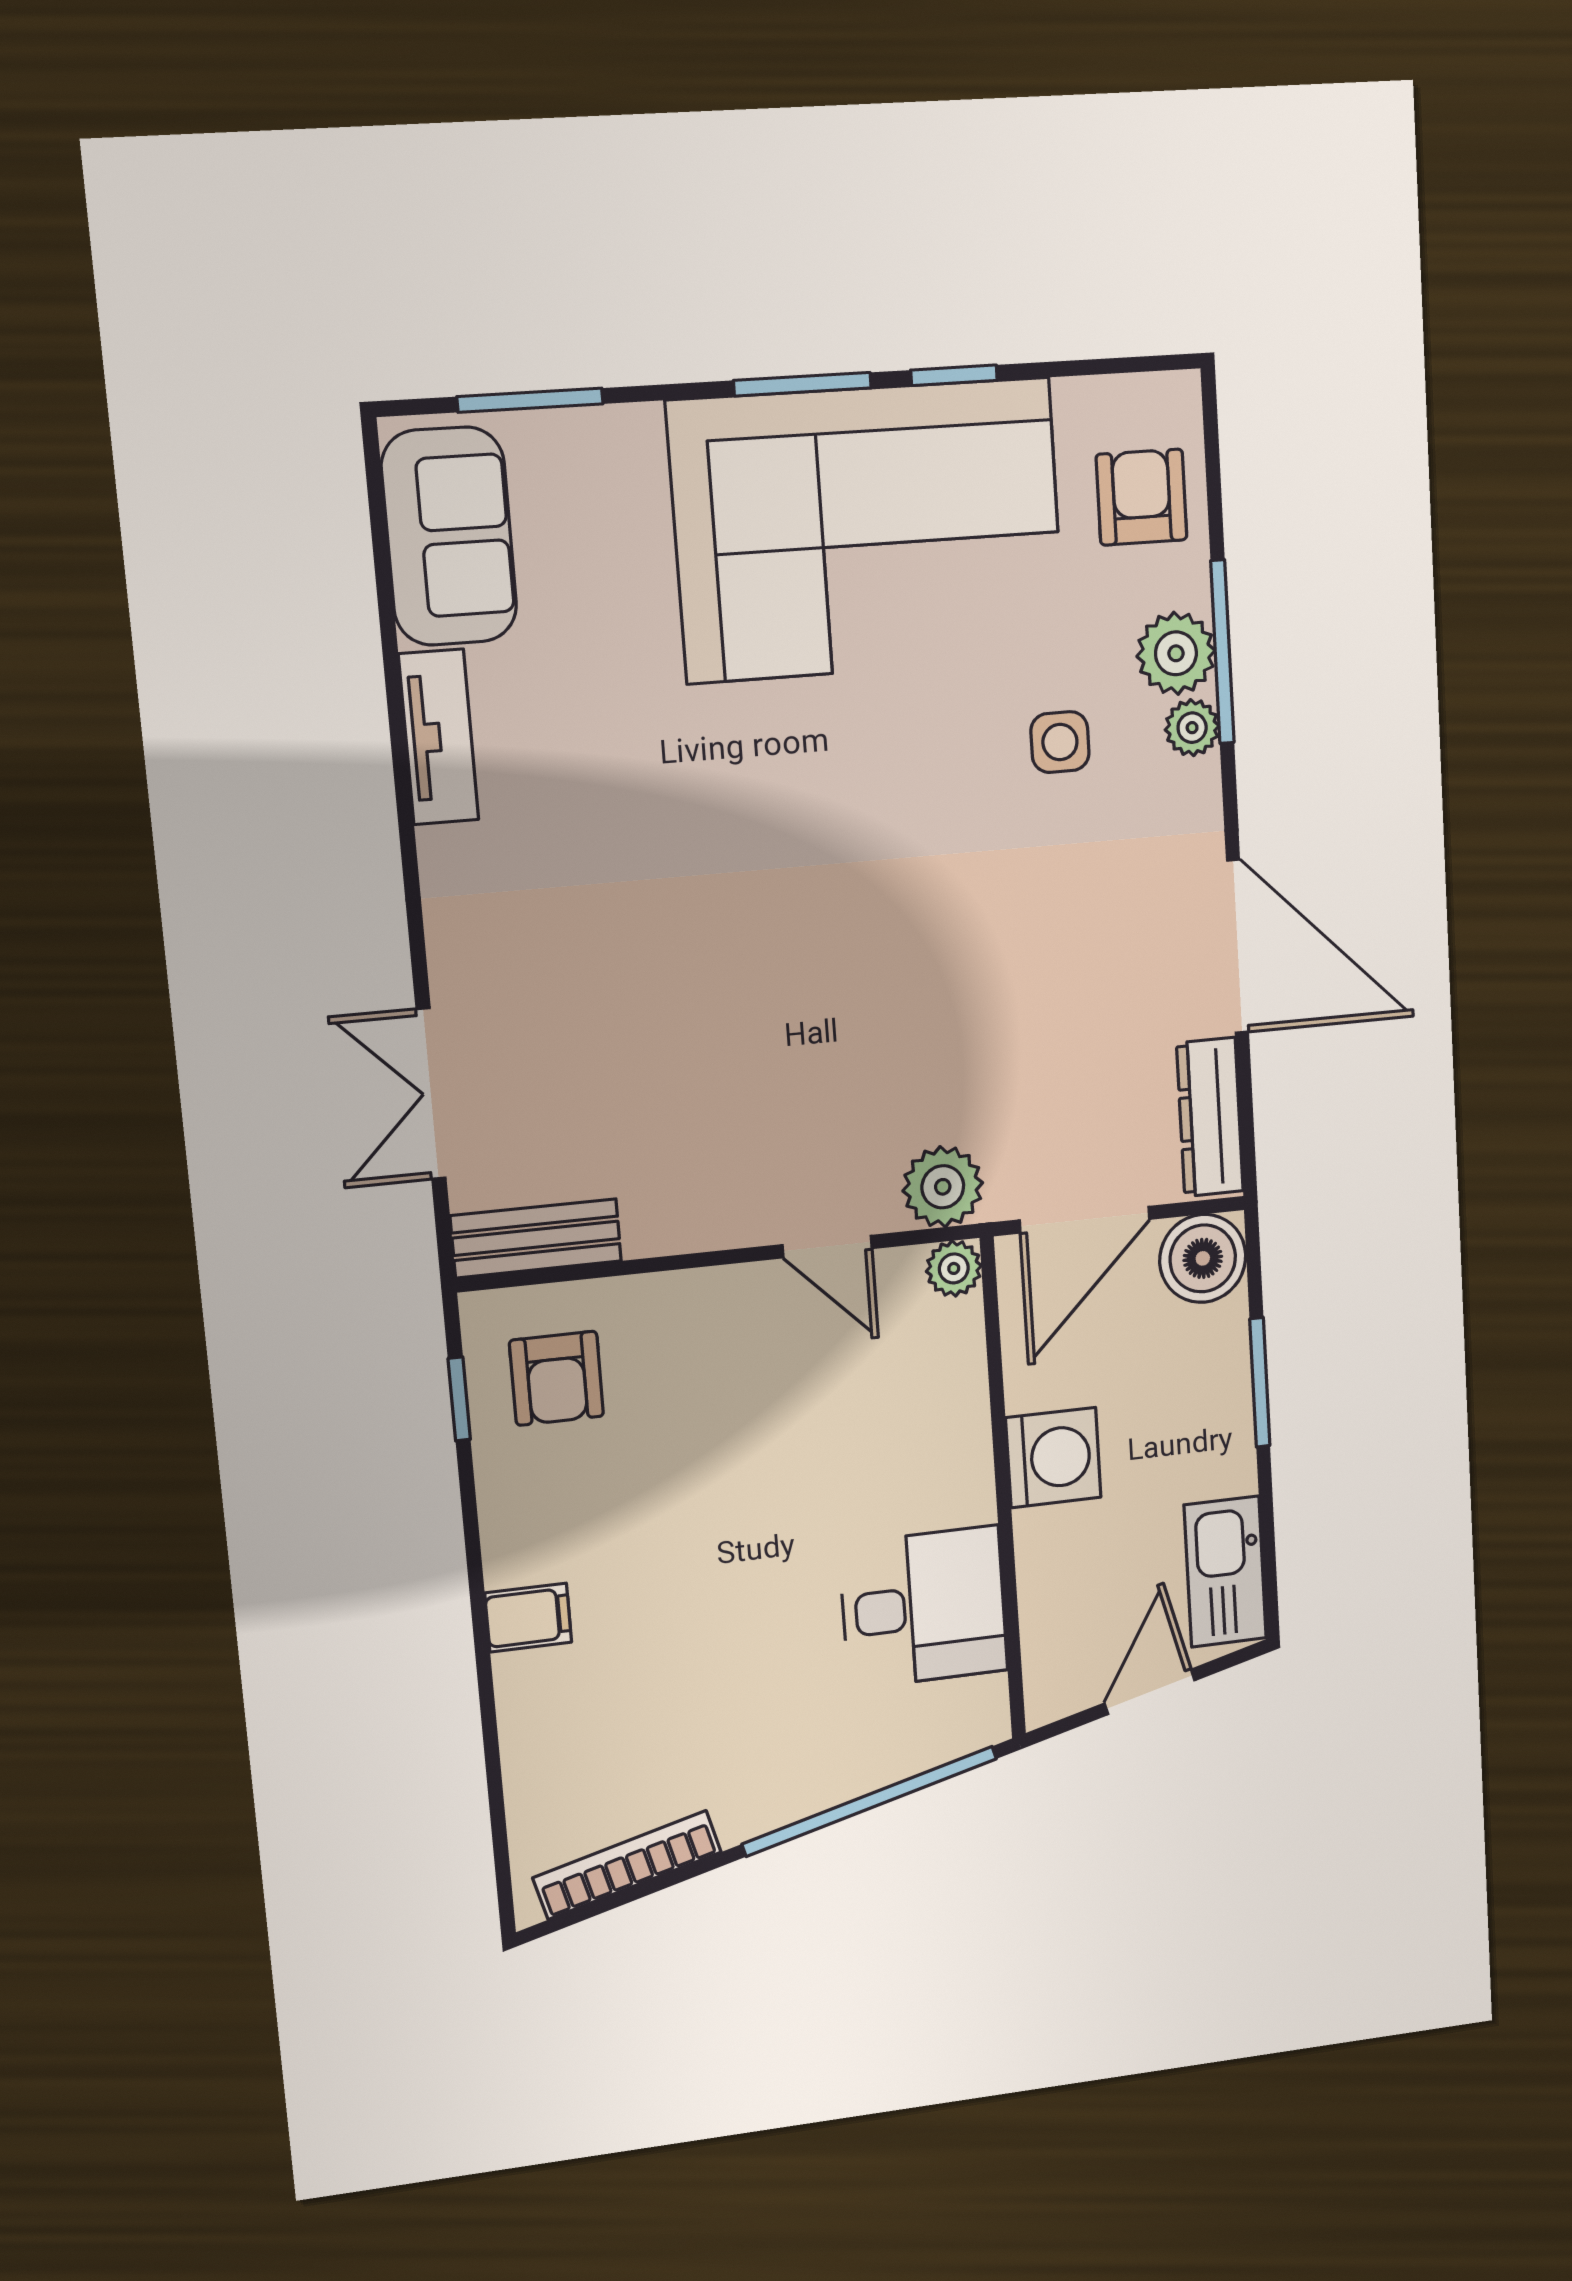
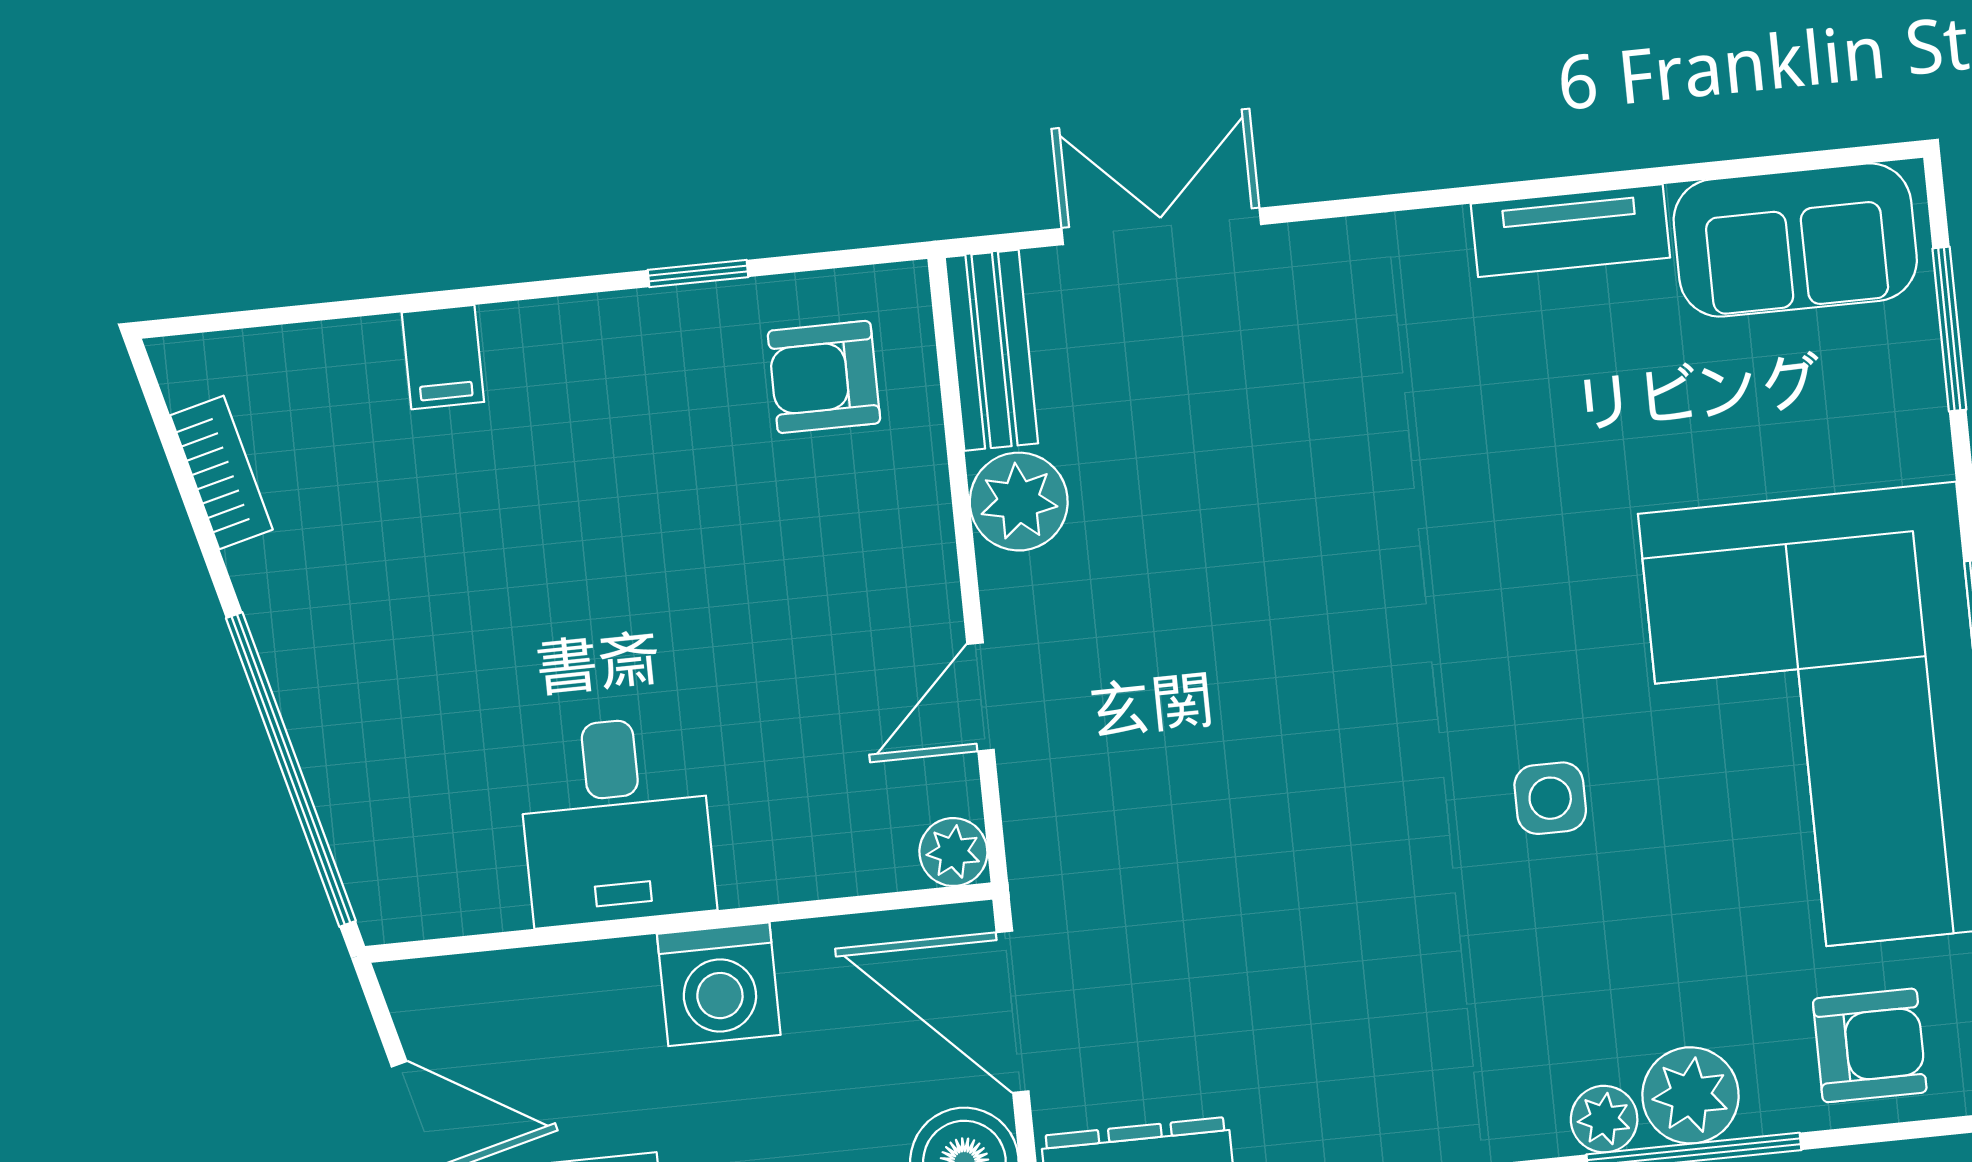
side table: (1060, 742) -> (1550, 798), moved
plant: (943, 1187) -> (1019, 502), moved
window: (459, 1399) -> (698, 273), moved
desk: (924, 1607) -> (616, 821), moved
filing cabinet: (528, 1618) -> (443, 357), moved
bookcase: (627, 1865) -> (221, 472), width x0.64

